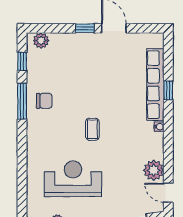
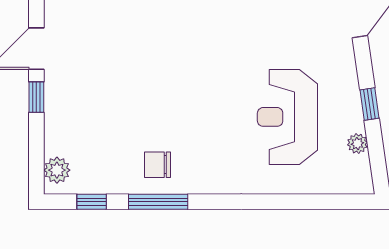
chair: (44, 101) -> (158, 165), turned -90
coffee table: (92, 129) -> (205, 84), removed

